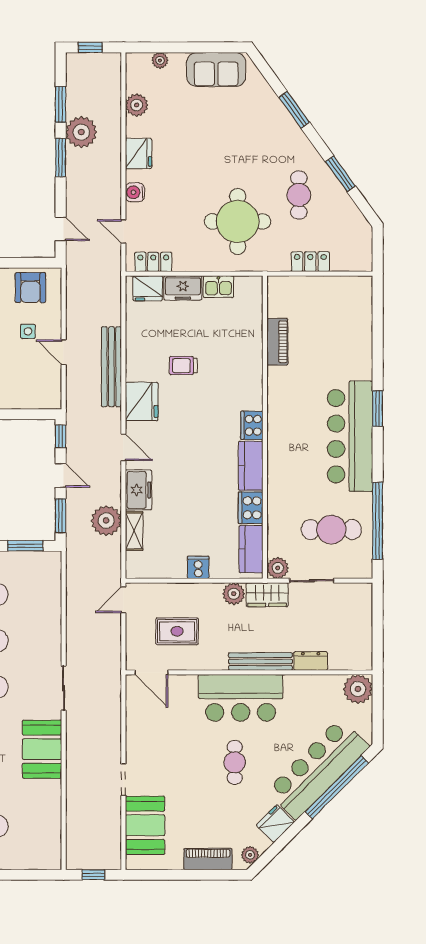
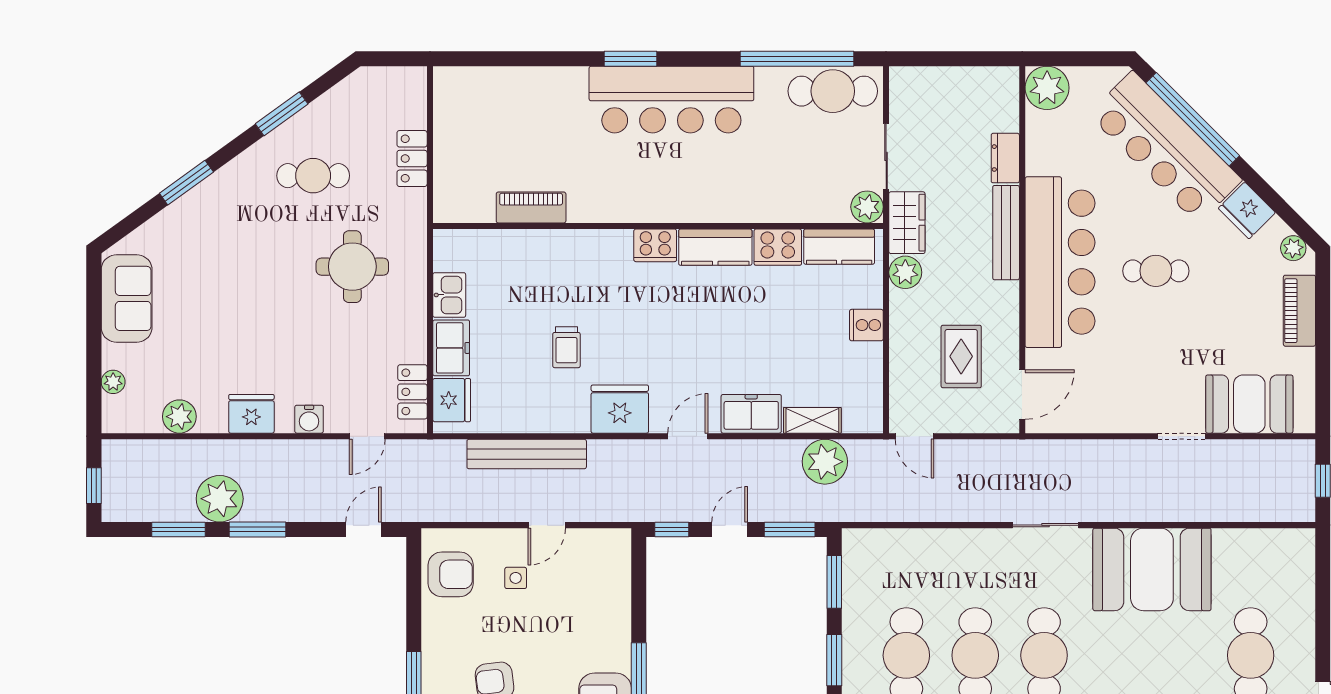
round table: (238, 221) -> (352, 267), width x0.73, depth x0.73
bench: (111, 367) -> (527, 454), moved
plant: (106, 521) -> (825, 462), moved
cafe table: (331, 530) -> (833, 91), moved, turned 90
bar counter: (241, 698) -> (1060, 262), width x1.36
booth: (42, 749) -> (1152, 569), width x1.36, depth x1.42

